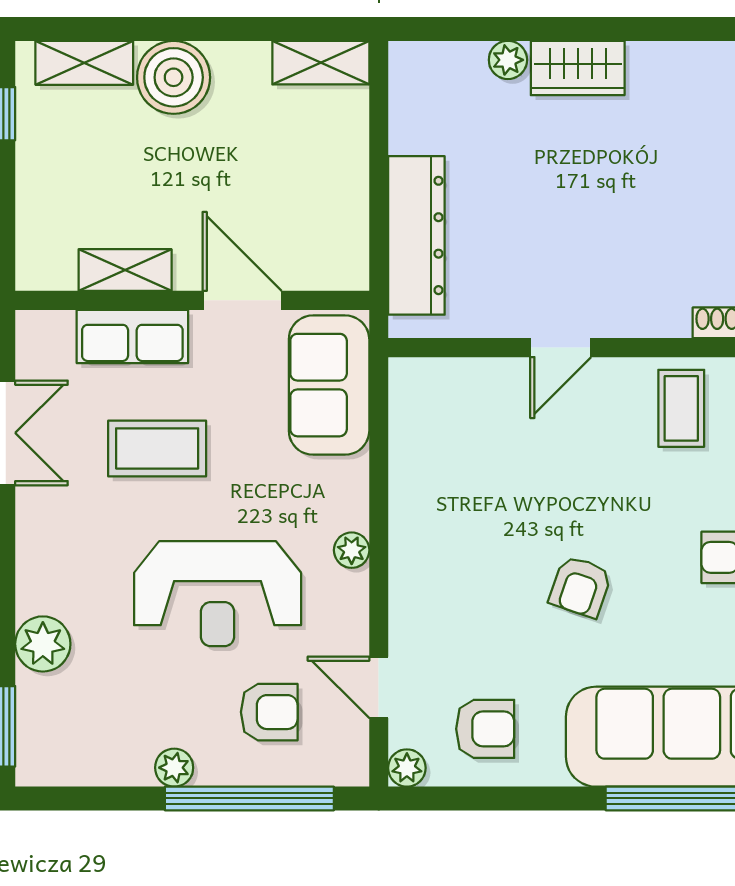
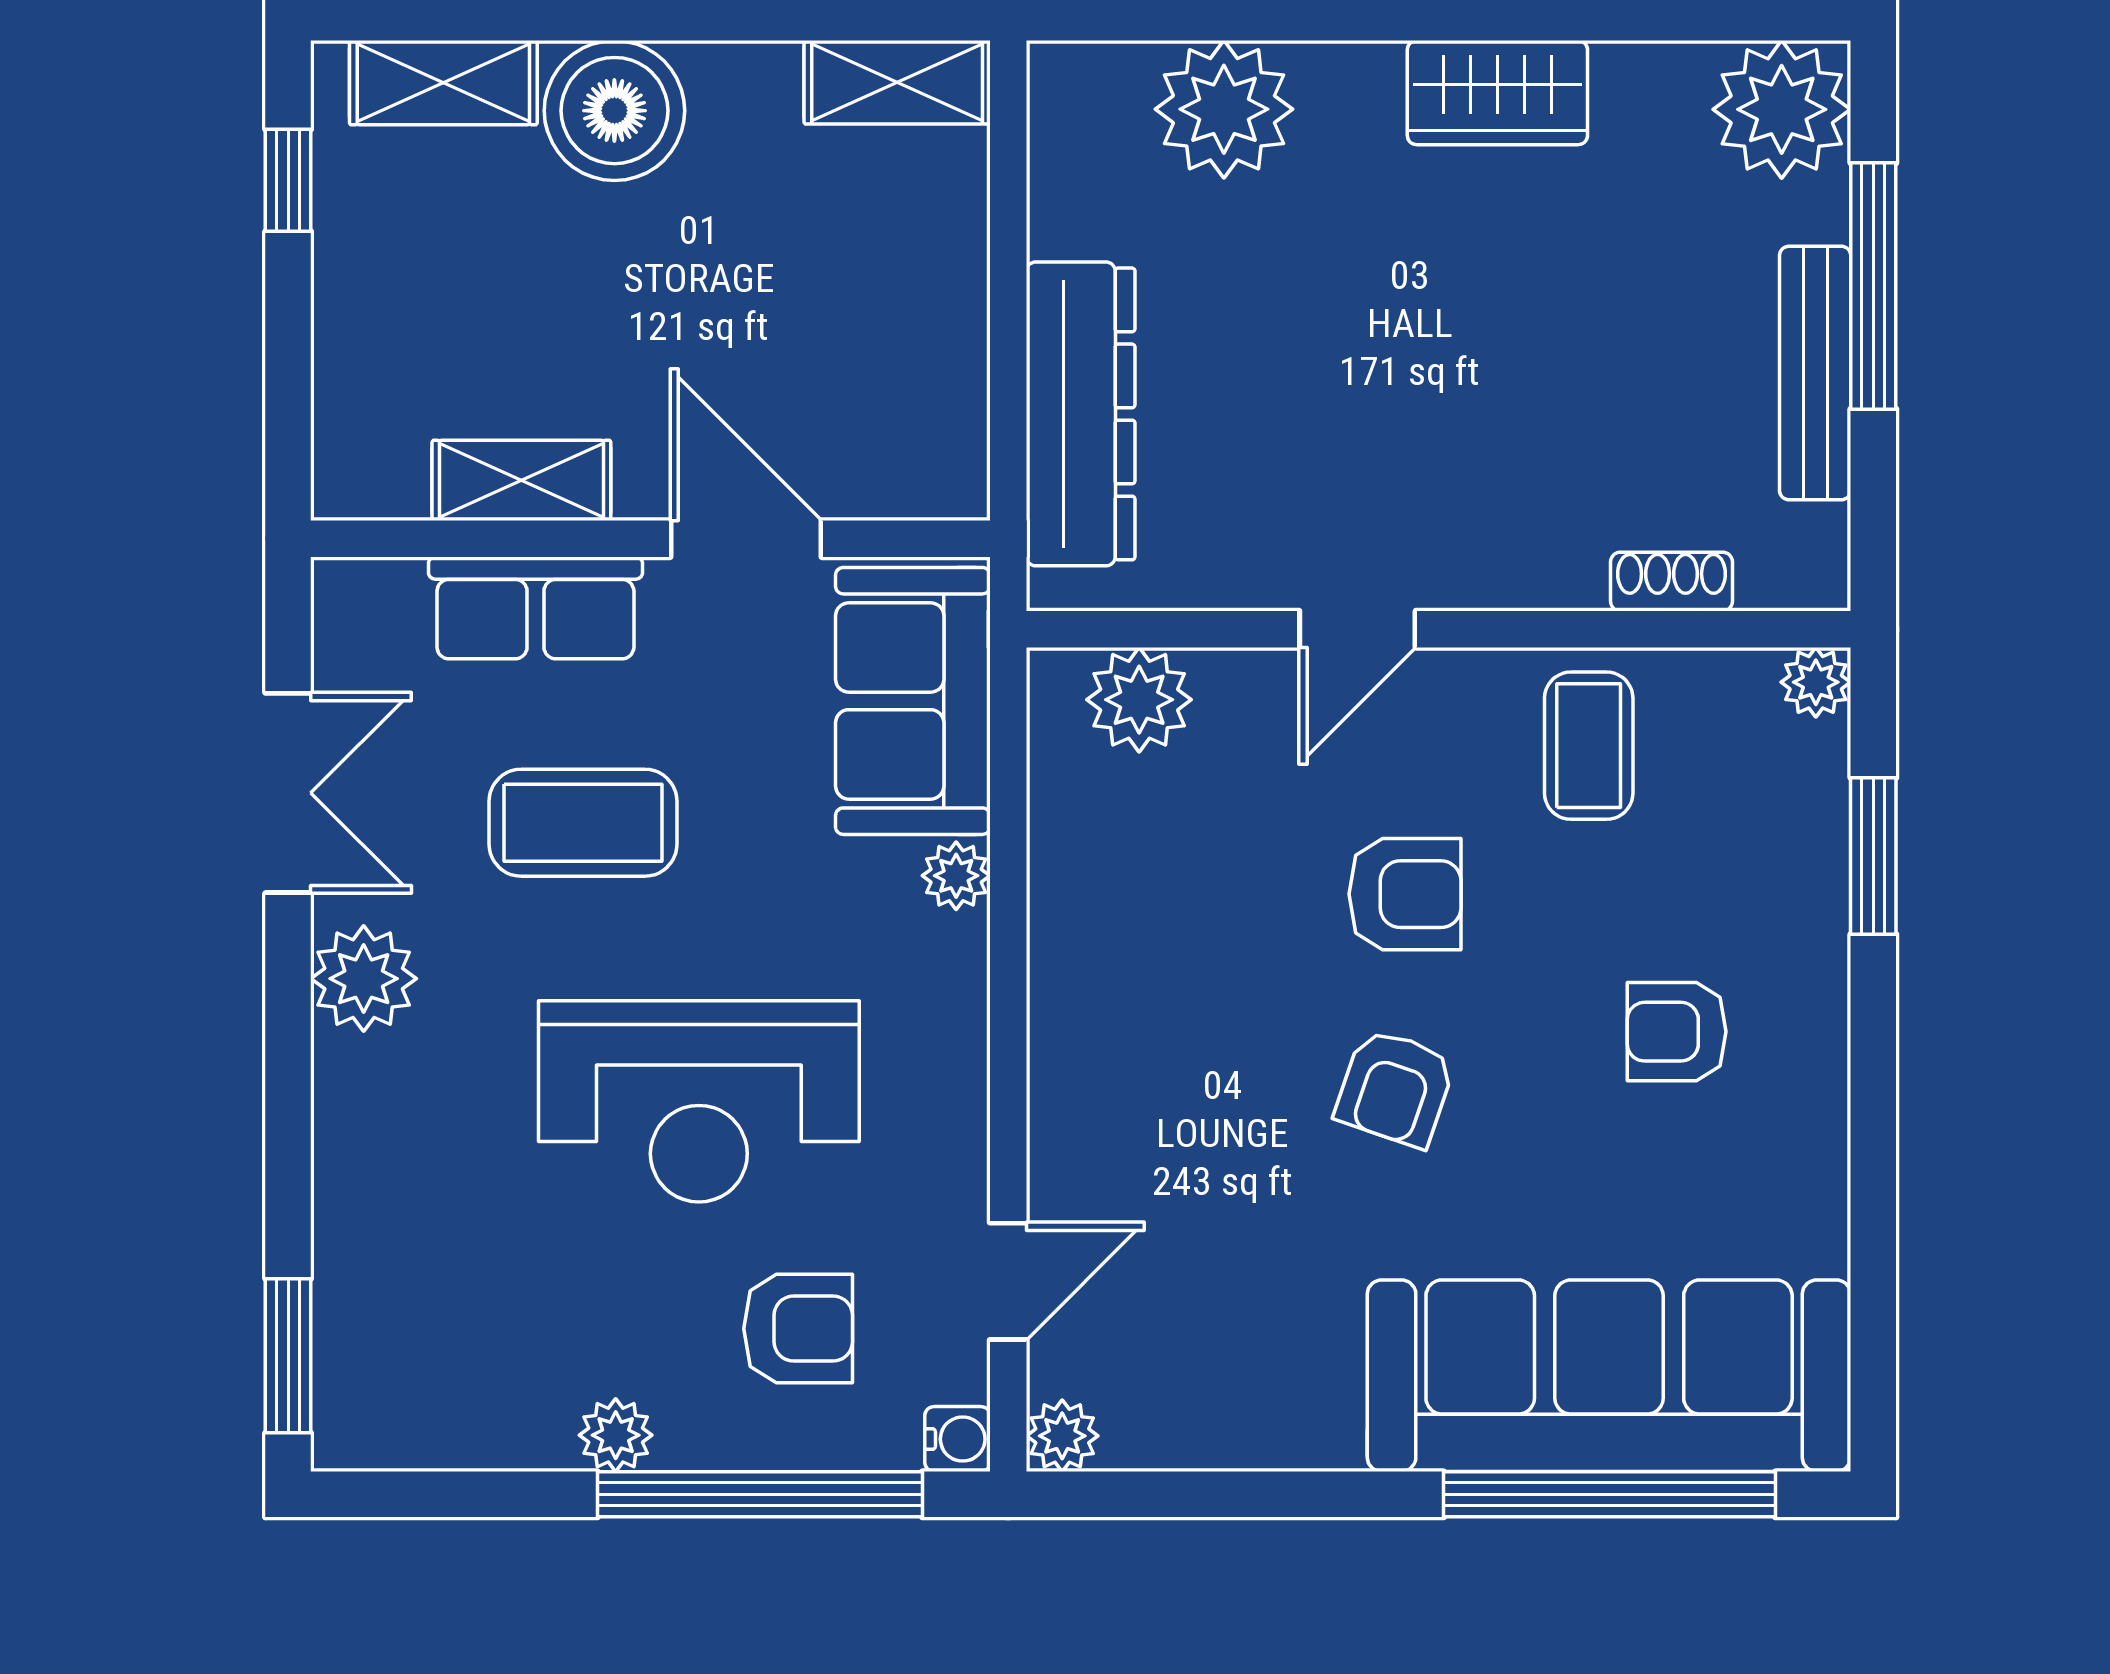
plant: (508, 60) -> (1224, 109), width x1.88, depth x1.88
wardrobe: (578, 68) -> (1497, 93), moved
plant: (447, 384) -> (1139, 700), added
plant: (352, 550) -> (956, 876), moved
plant: (43, 644) -> (364, 979), moved
door: (379, 687) -> (1008, 1281), swing flipped
armchair: (485, 729) -> (1405, 894), moved
water cooler: (352, 770) -> (957, 1439), added

